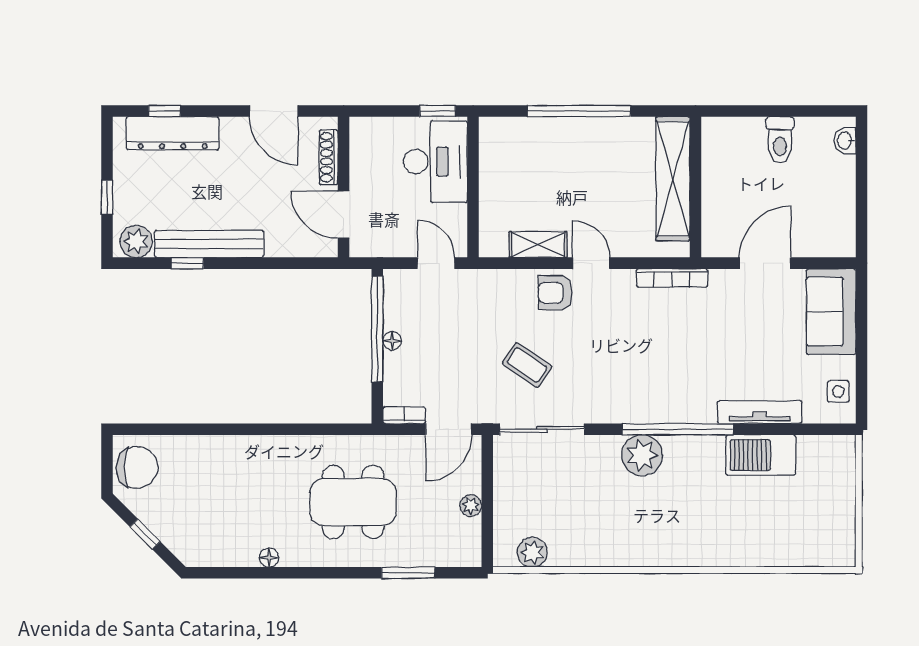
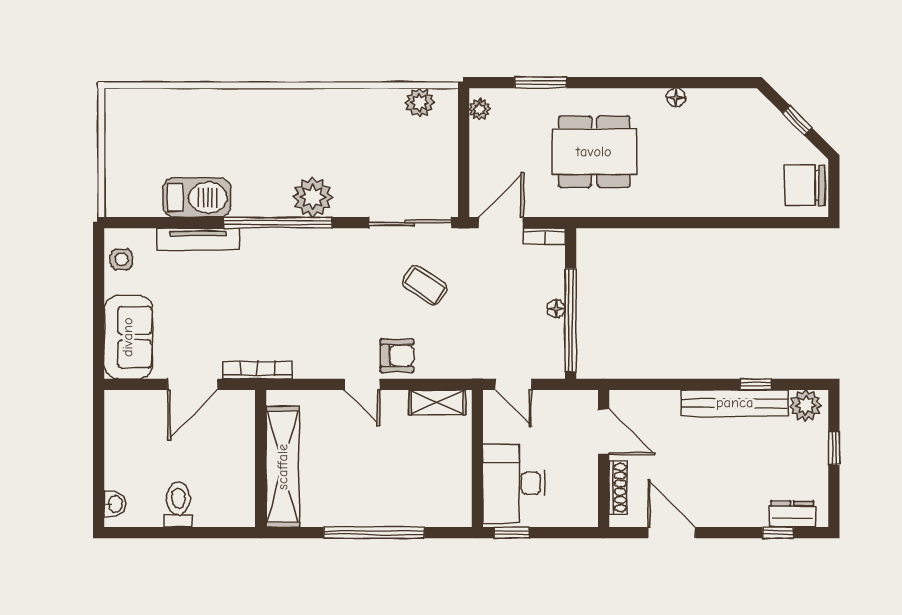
dresser: (173, 133) -> (792, 514), width x0.51, depth x0.80
shelving: (538, 245) -> (437, 403), moved
bookcase: (672, 278) -> (257, 370), moved
plant: (471, 506) -> (480, 109), moved

